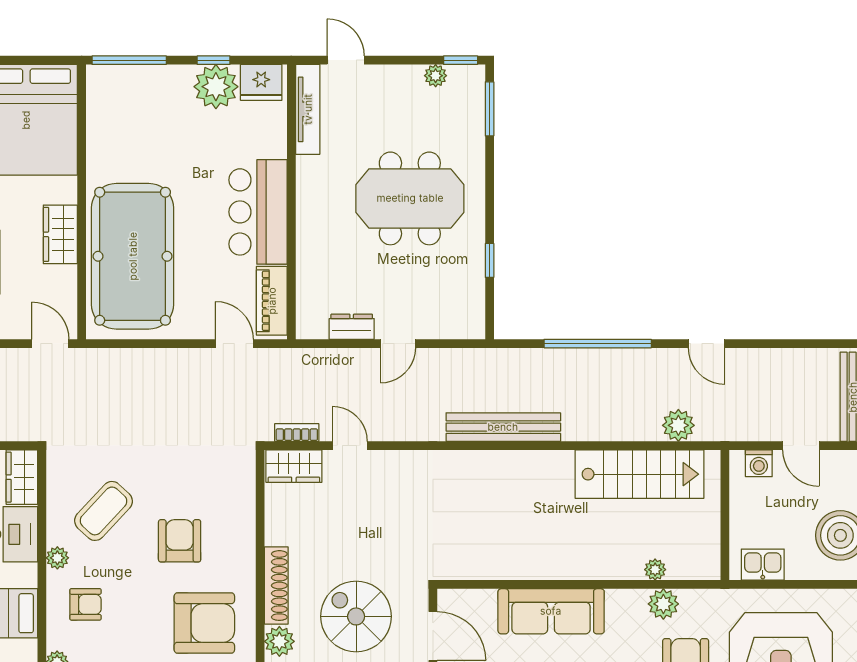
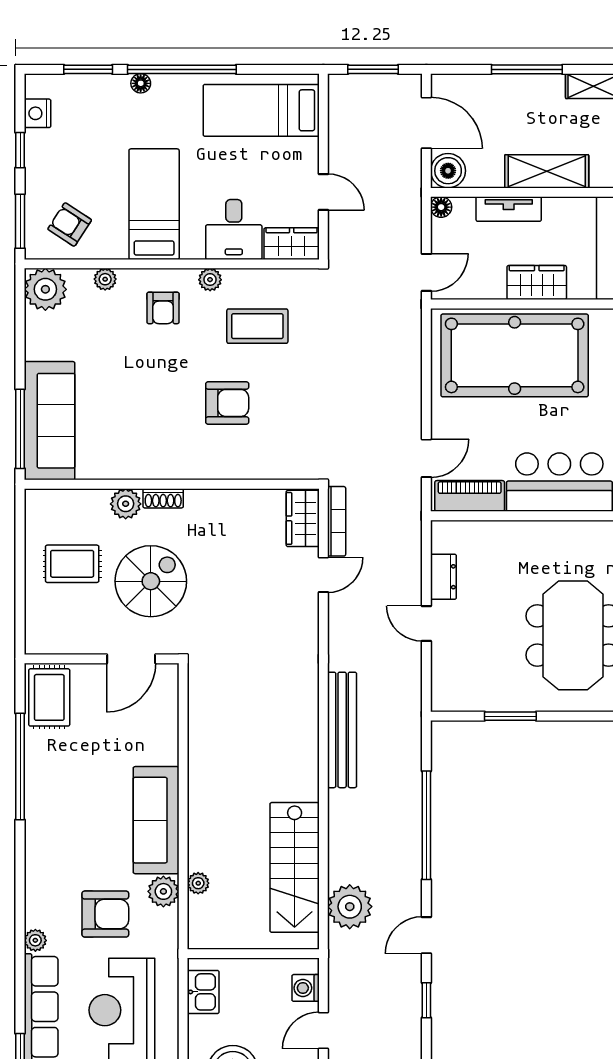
window: (490, 260) -> (510, 716), width x1.50
window: (771, 344) -> (426, 1000), added
plant: (678, 425) -> (350, 907), width x1.36, depth x1.36
bookcase: (297, 433) -> (337, 521), width x1.56
coffee table: (103, 511) -> (257, 326), turned -43
shoe rack: (276, 586) -> (163, 498), width x0.51, depth x0.81
sofa: (551, 611) -> (156, 820), moved
armchair: (204, 623) -> (144, 428), removed

